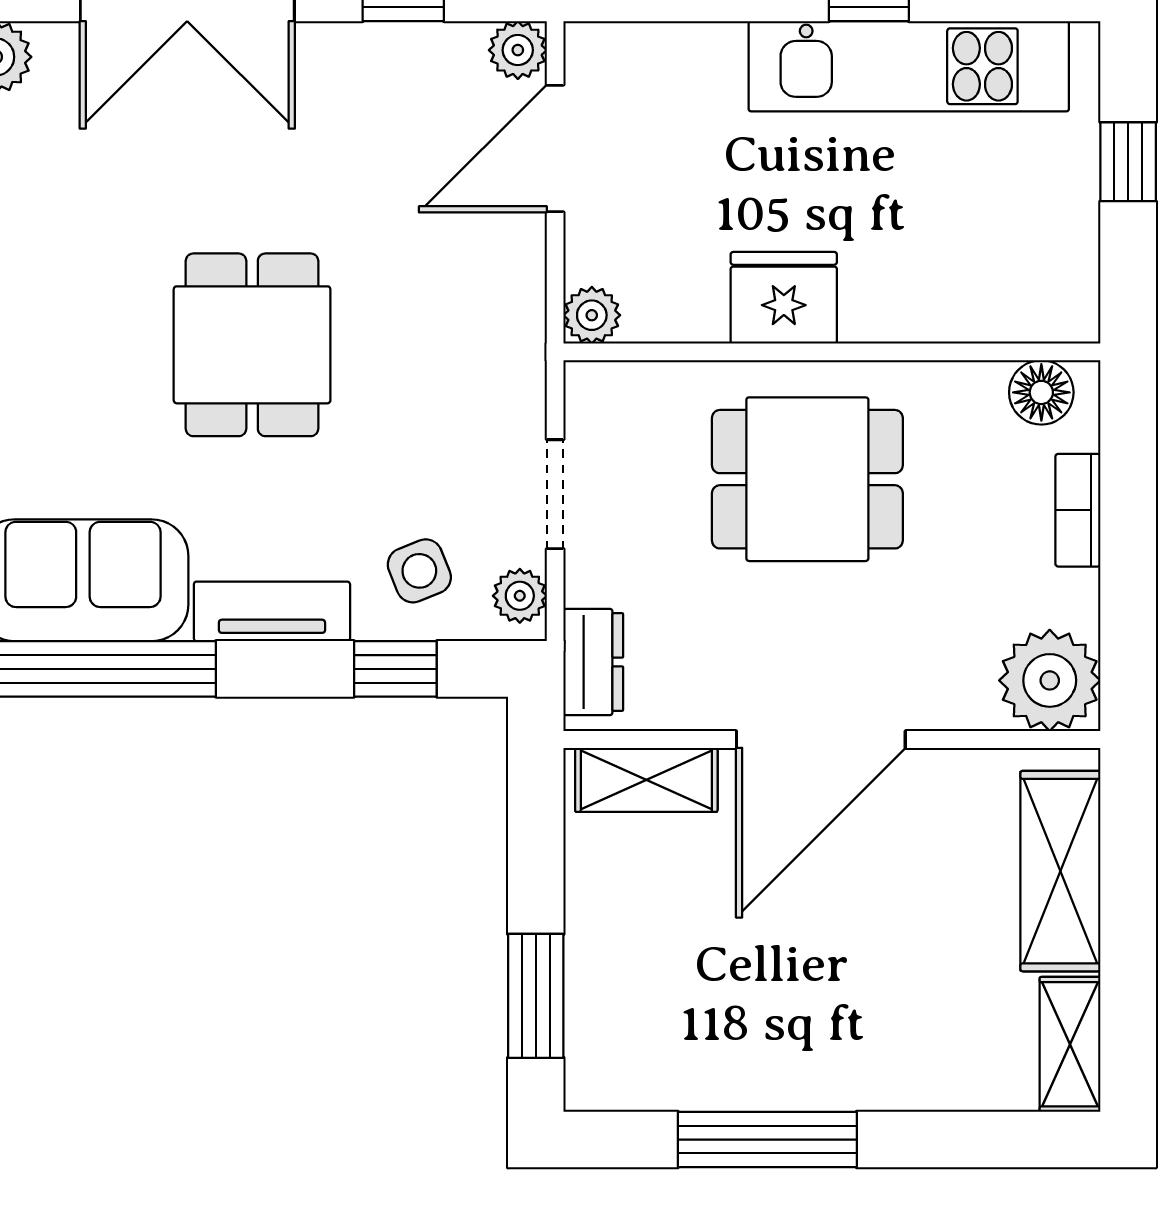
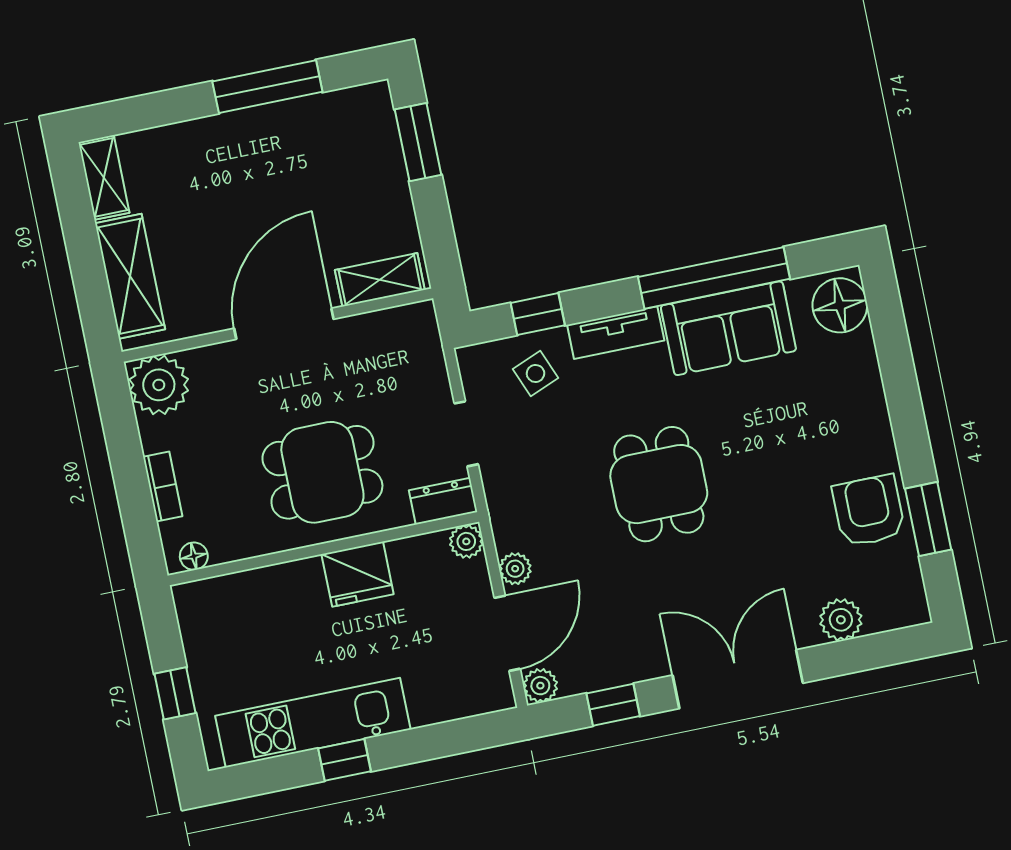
floor lamp: (1041, 392) -> (194, 556), width x0.73, depth x0.73
plant: (520, 596) -> (515, 569), moved
dresser: (593, 662) -> (443, 501), moved, turned 90

